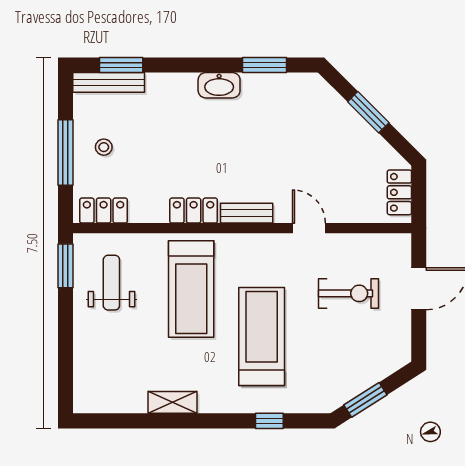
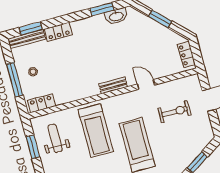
washbasin: (219, 85) -> (116, 16), moved
locker: (194, 211) -> (58, 32), moved, turned 180
window: (65, 266) -> (33, 147), moved

